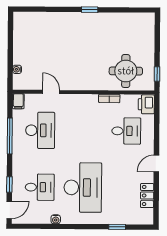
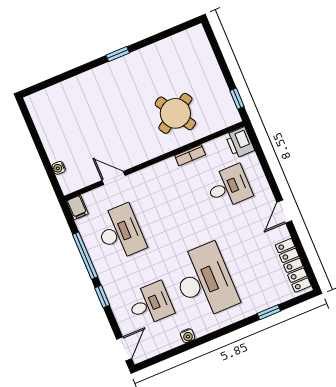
round table: (126, 71) -> (175, 113), moved, turned -31
window: (9, 184) -> (102, 296), moved
locker: (147, 196) -> (293, 265), width x1.53

